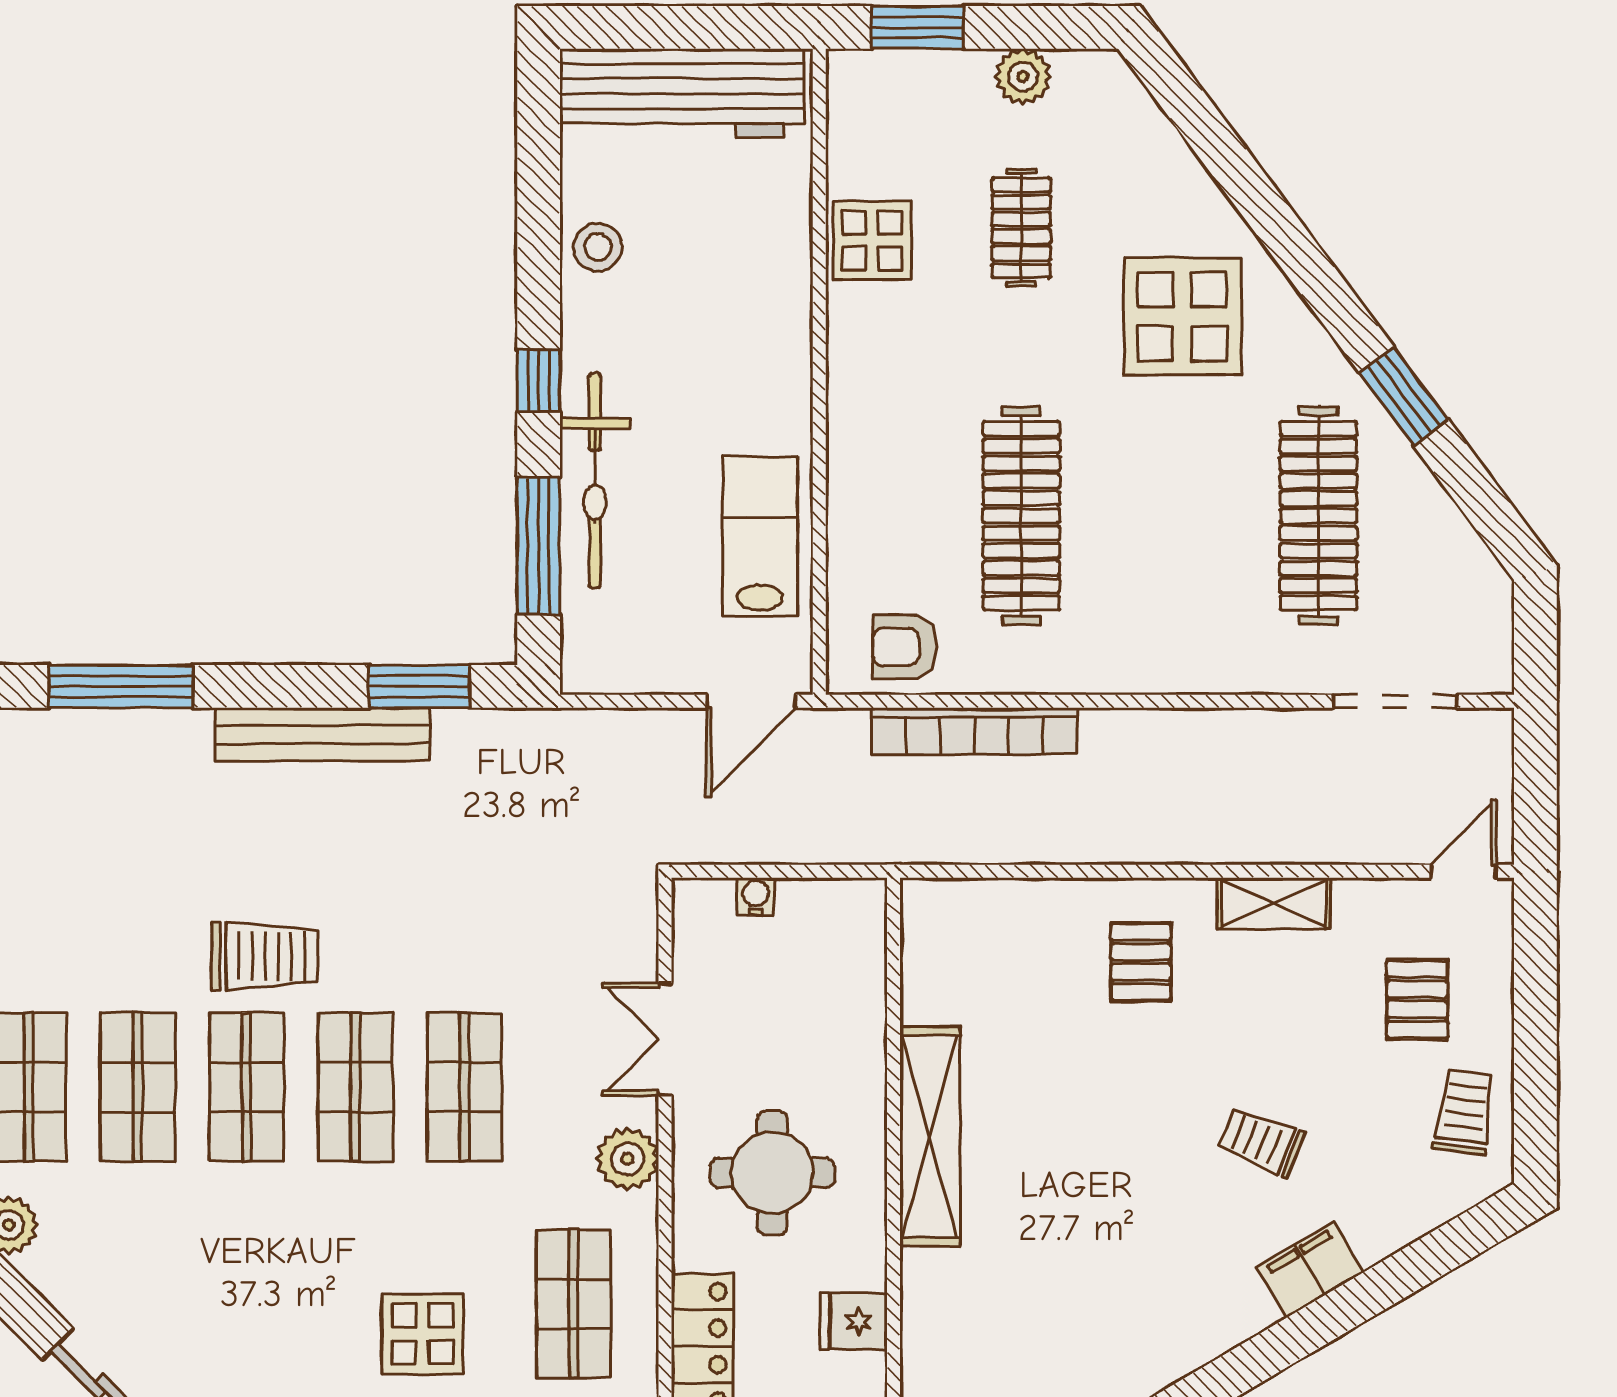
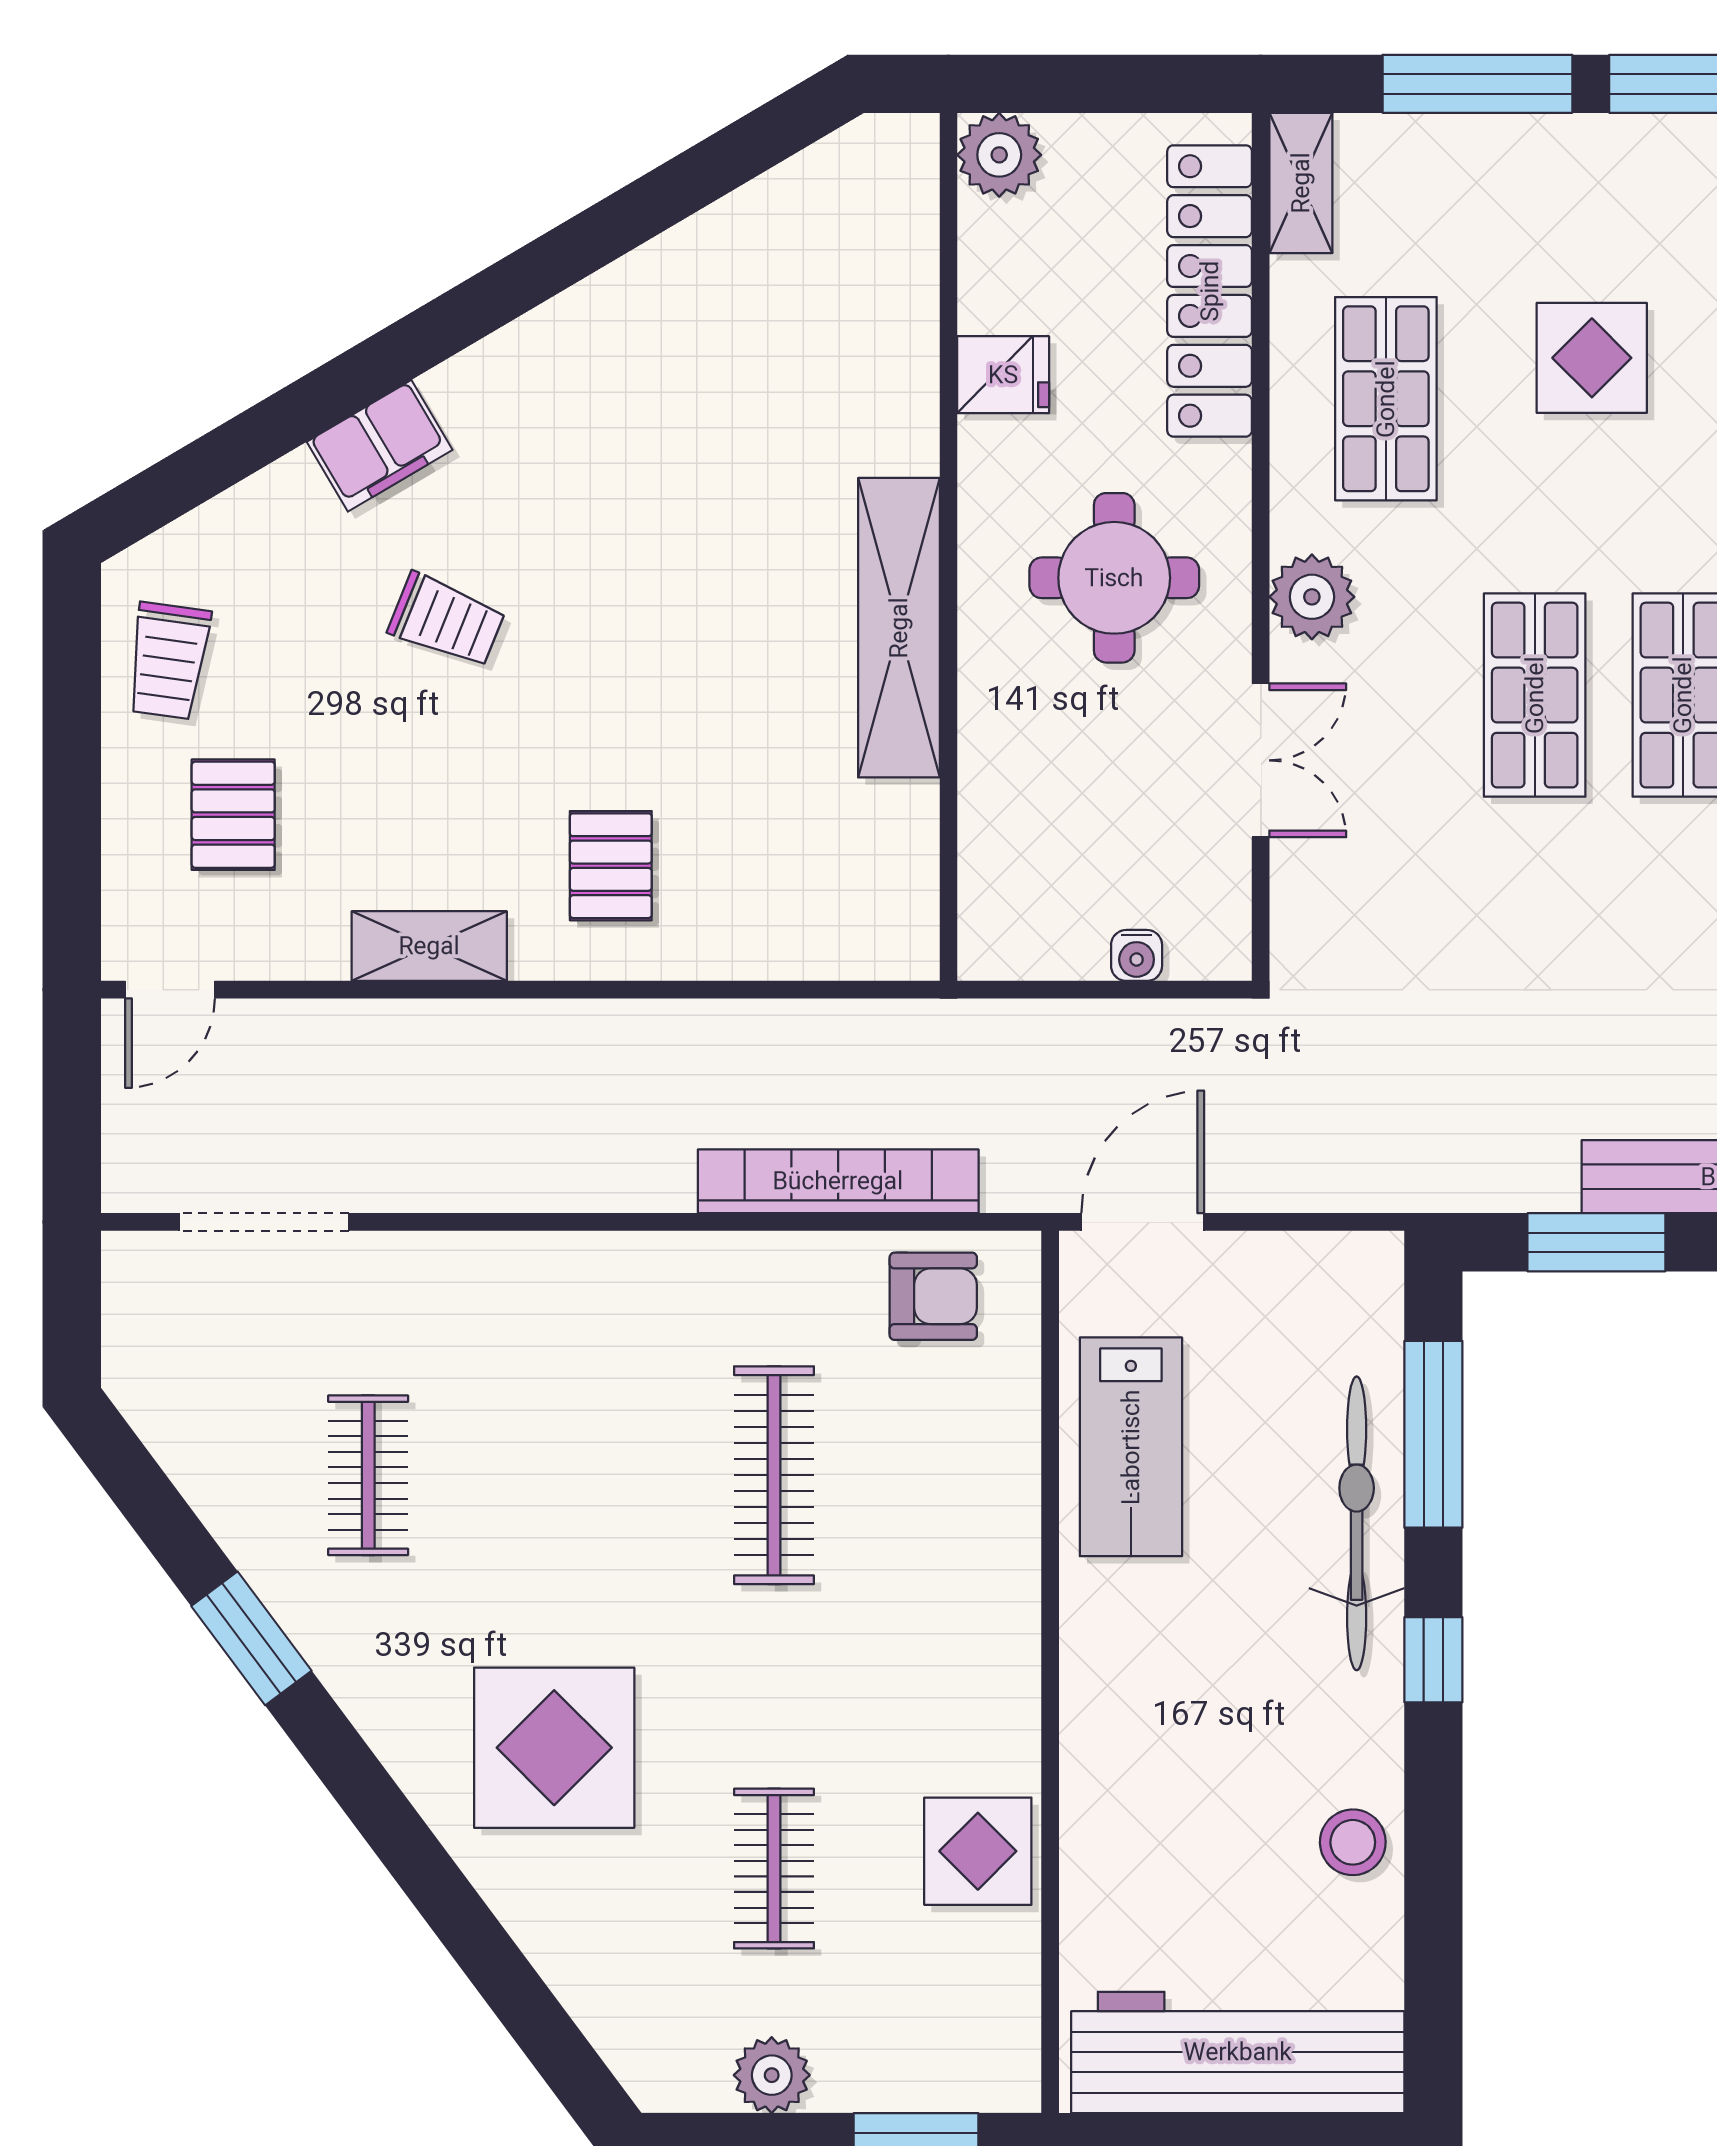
clothes rail: (1021, 516) -> (774, 1475), width x0.73, depth x0.76
clothes rail: (1318, 516) -> (368, 1475), width x0.54, depth x0.76

